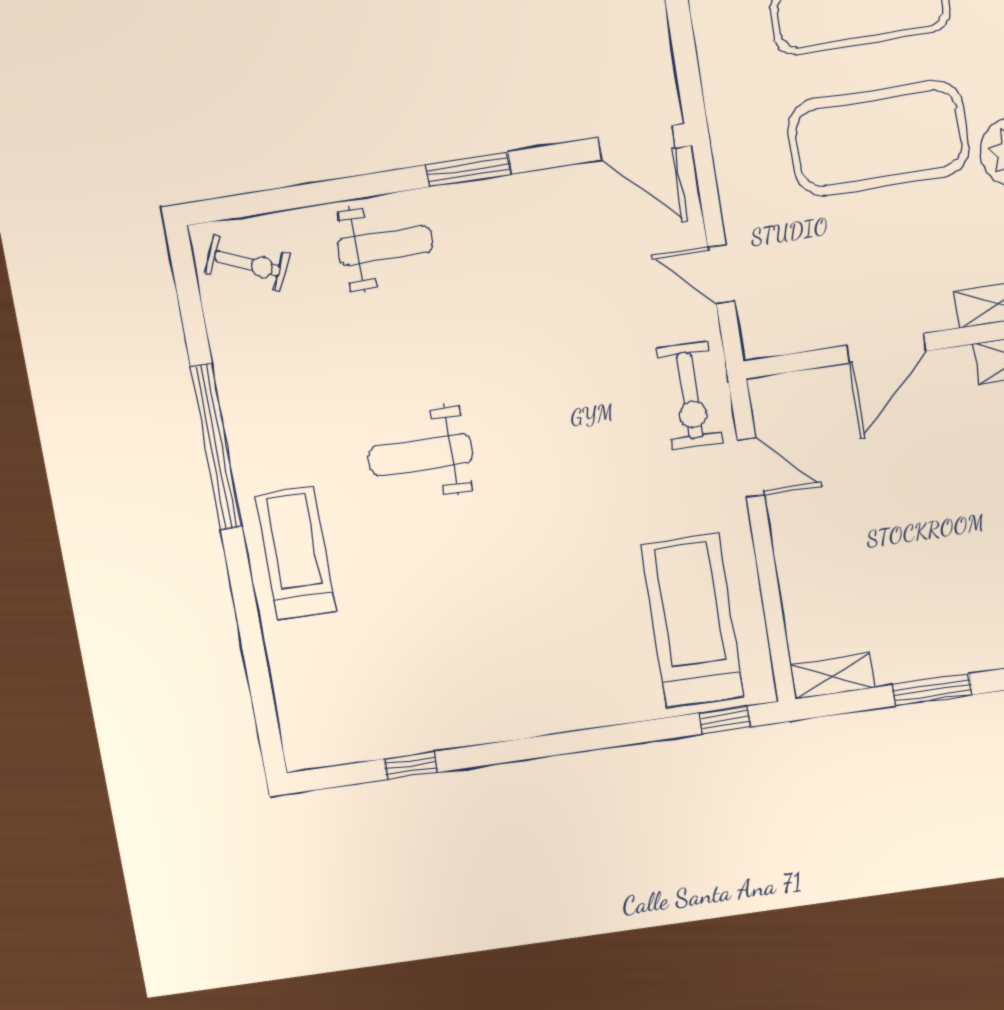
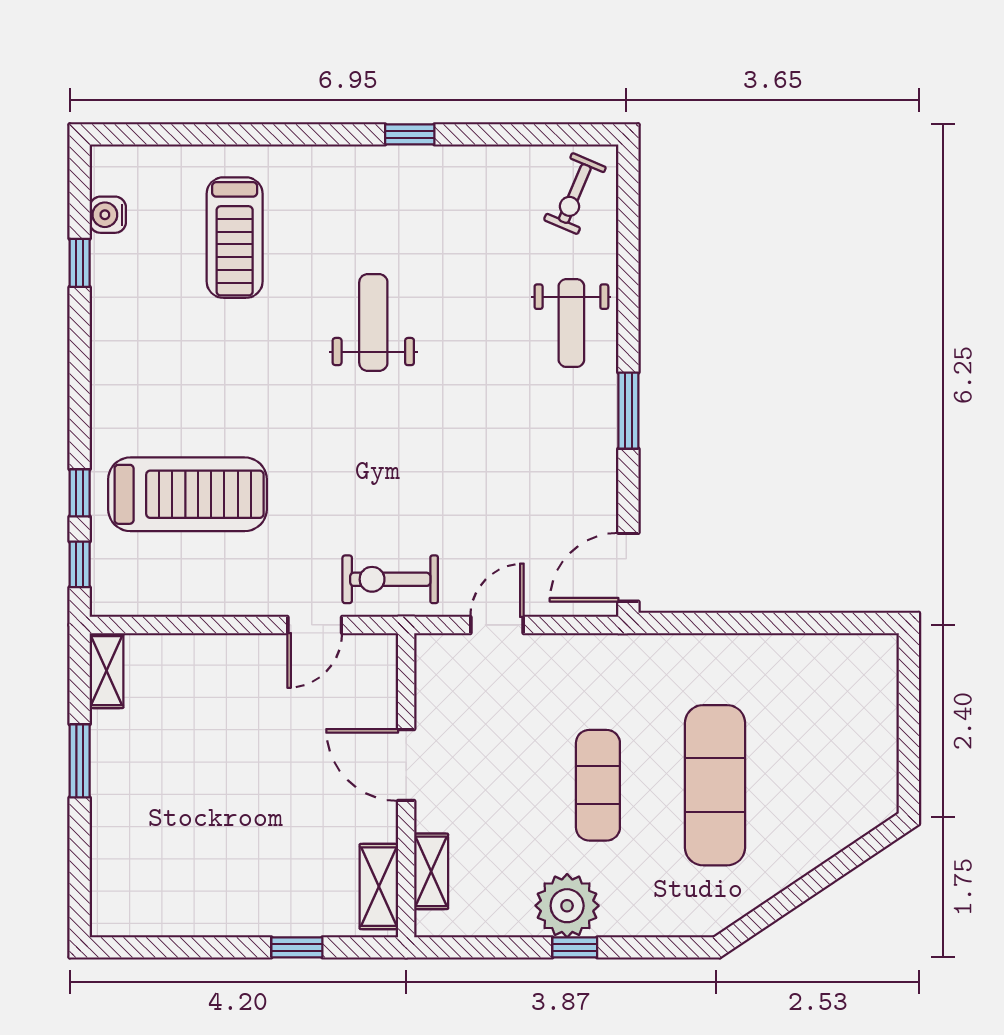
exercise mat: (878, 138) -> (598, 785), width x0.50, depth x0.69
window: (216, 447) -> (410, 134), width x0.32
treadmill: (296, 554) -> (235, 238), moved, turned 90
treadmill: (692, 621) -> (187, 494), moved
window: (650, 731) -> (80, 493), added
water cooler: (356, 744) -> (108, 215), added

